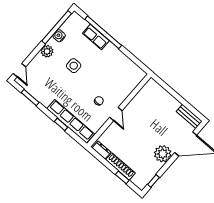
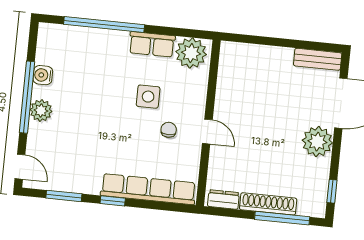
window: (57, 27) -> (27, 97), moved
row of seats: (96, 37) -> (152, 44), moved
side table: (74, 66) -> (148, 97), moved
plant: (134, 73) -> (191, 53), added
window: (61, 124) -> (113, 201), moved
window: (122, 177) -> (282, 218), width x2.17

